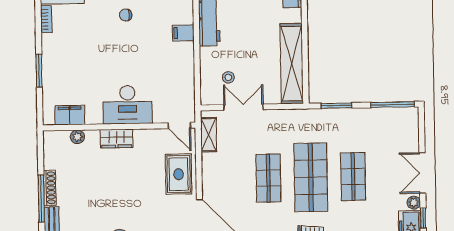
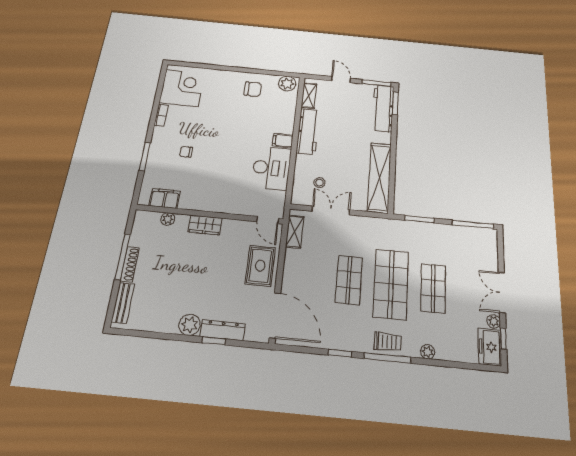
chair: (126, 15) -> (186, 152), moved
desk: (127, 105) -> (271, 168), moved, turned -90
window: (41, 198) -> (123, 257), moved

